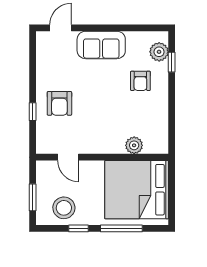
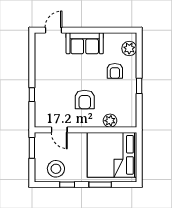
window: (172, 62) -> (139, 86), moved
armchair: (59, 103) -> (85, 100), moved
window: (33, 197) -> (32, 148), moved
window: (121, 228) -> (100, 185), width x0.69

